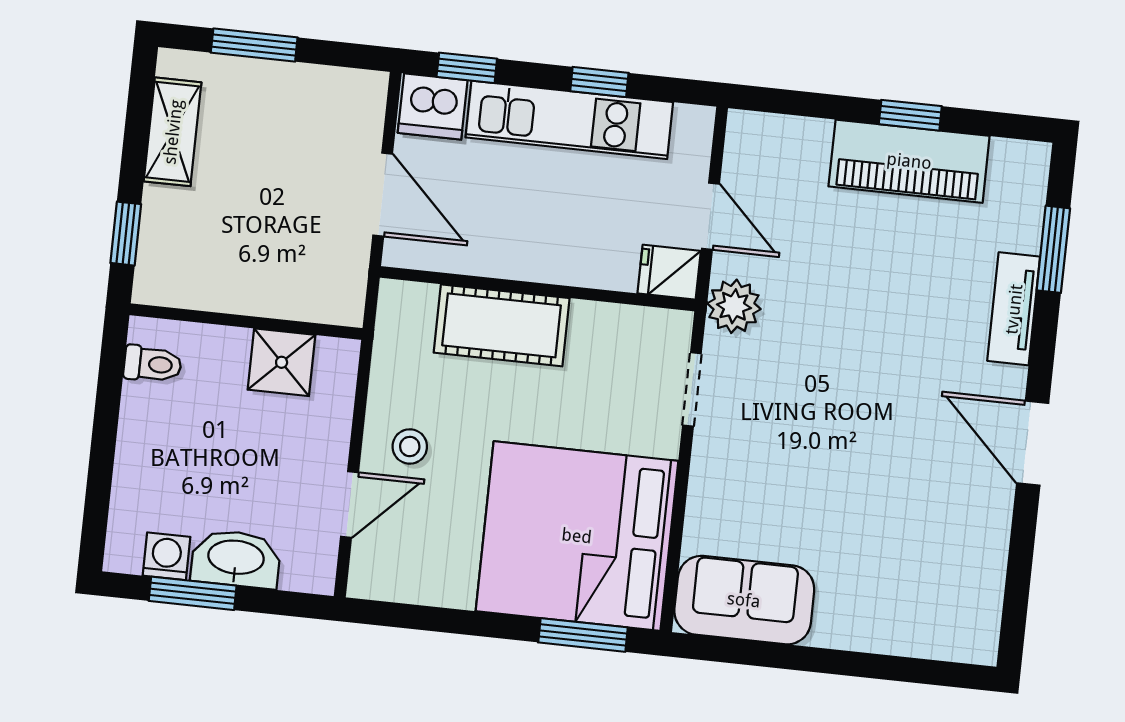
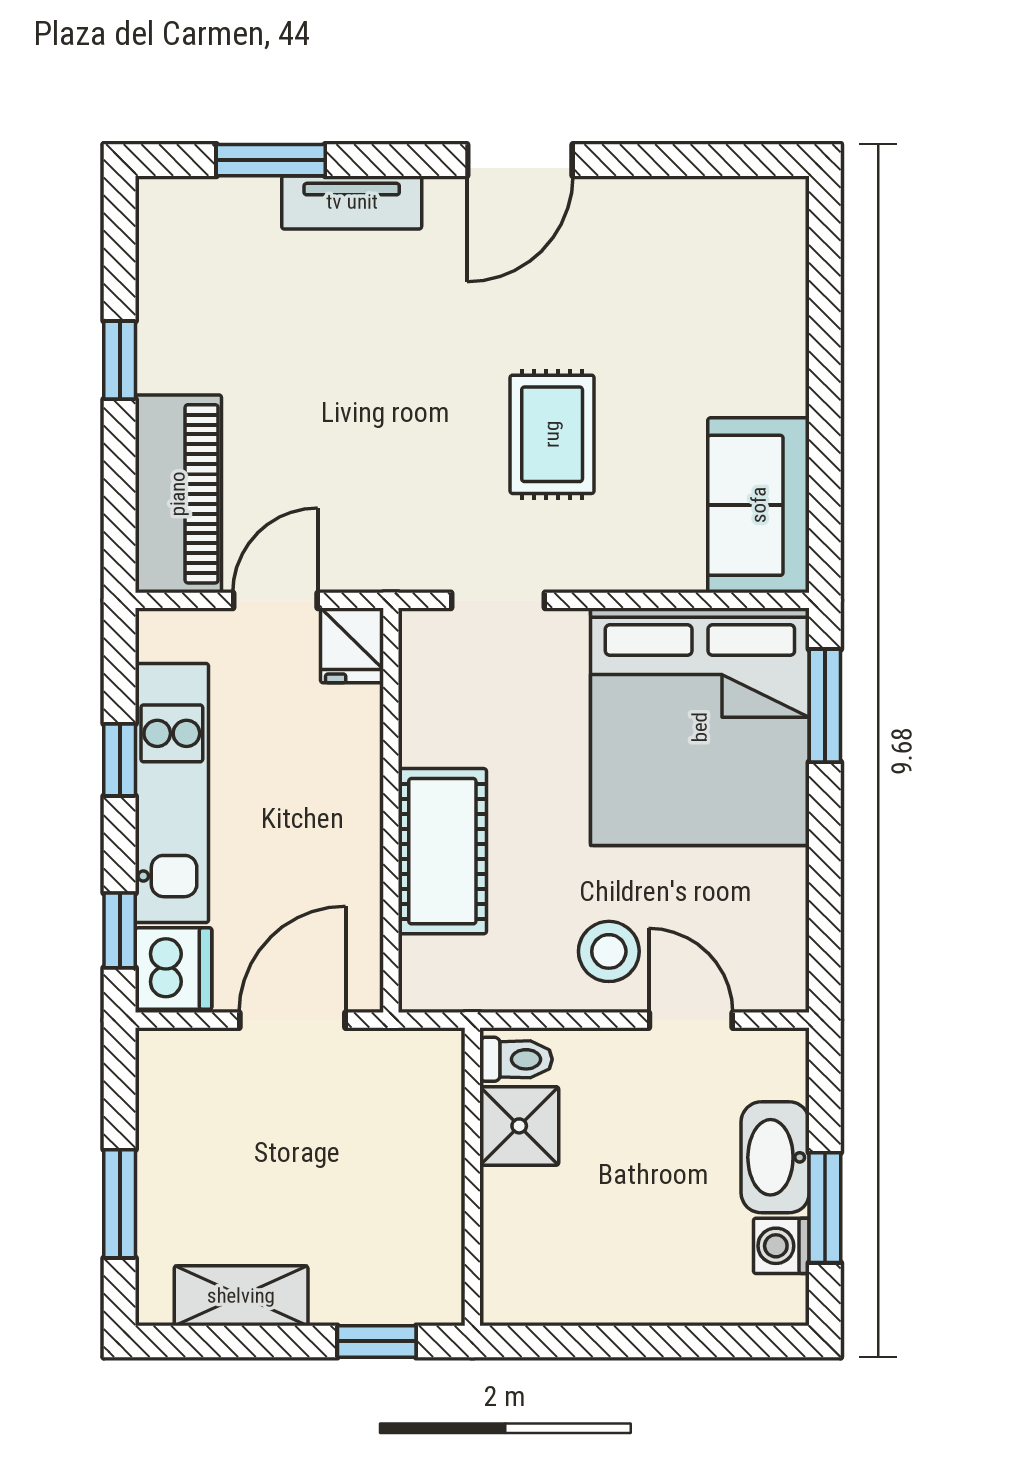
piano: (909, 161) -> (178, 494), moved
plant: (734, 306) -> (387, 558), removed
toilet: (153, 364) -> (516, 1059), moved, turned 90
rug: (817, 445) -> (552, 434), added
stool: (410, 447) -> (609, 951), width x1.37, depth x1.37

